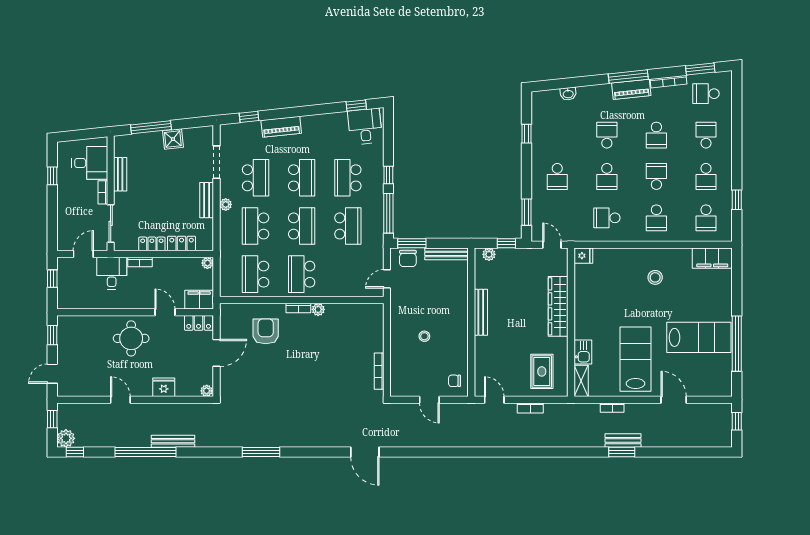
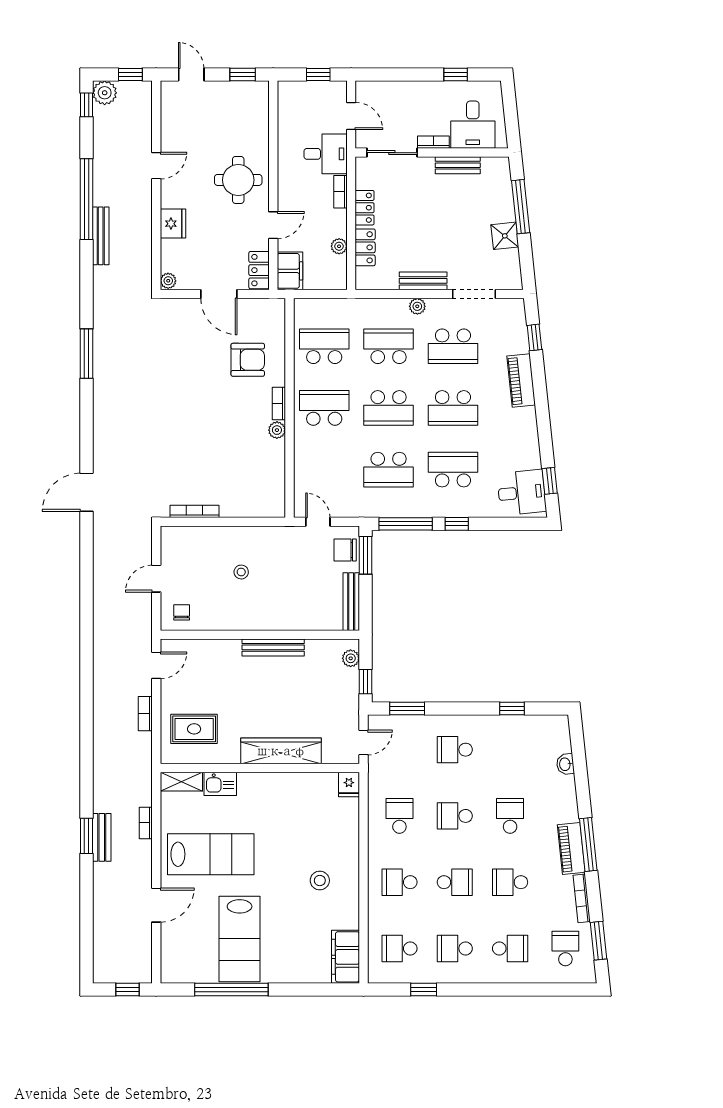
school desk: (607, 135) -> (510, 816), turned -90
plant: (207, 263) -> (339, 246), moved

